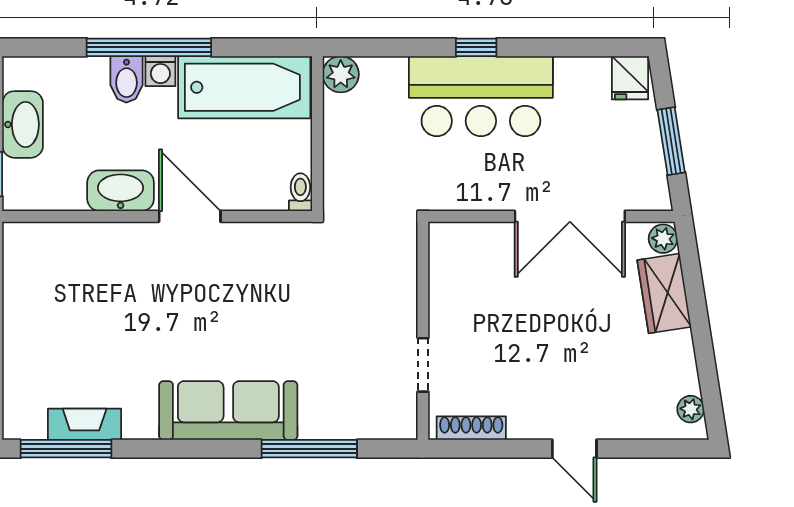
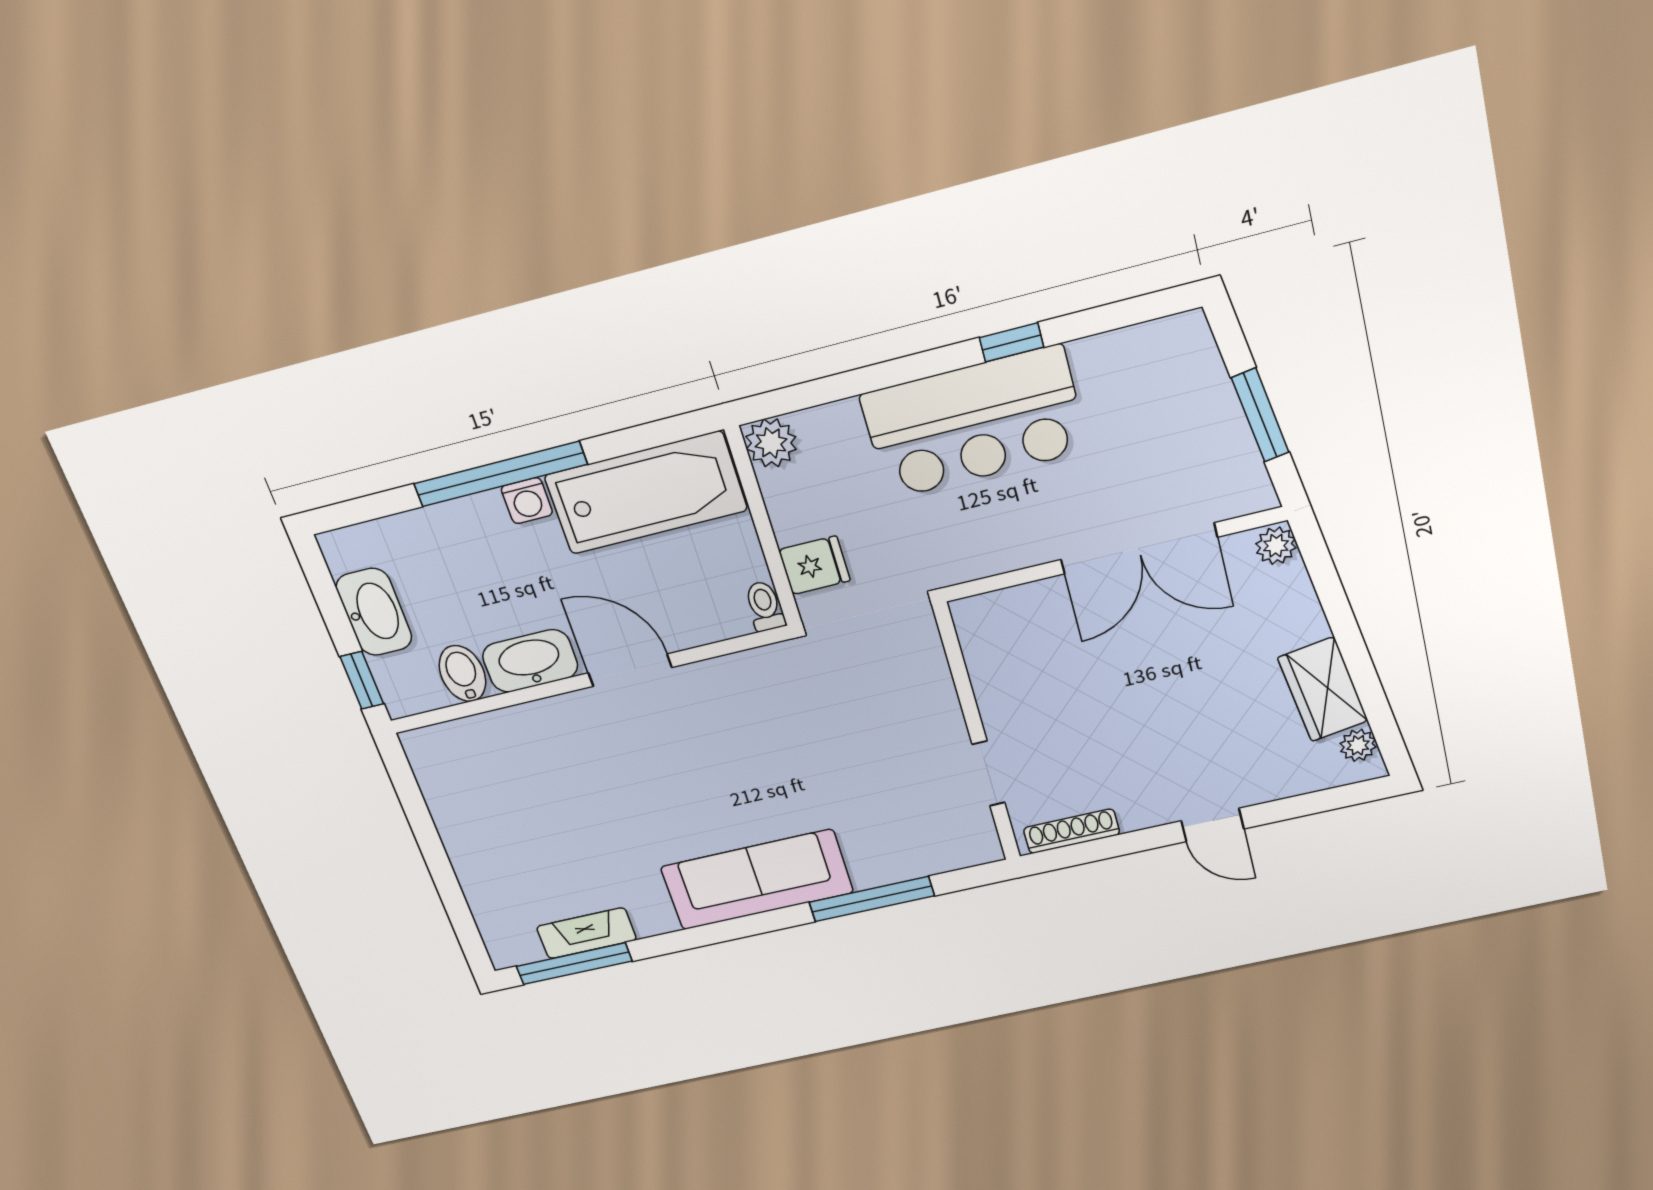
window: (476, 47) -> (1012, 342), moved
fridge: (630, 78) -> (814, 565), moved, turned -90
bidet: (126, 79) -> (462, 674), moved, turned 180
wardrobe: (664, 293) -> (1323, 689), moved

